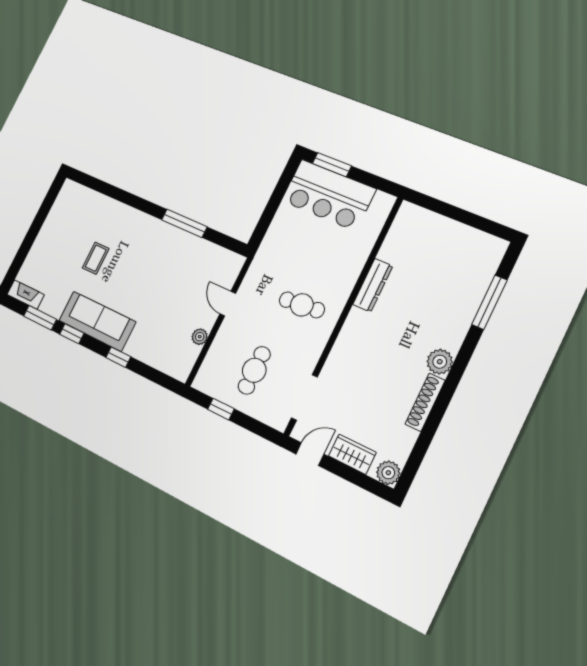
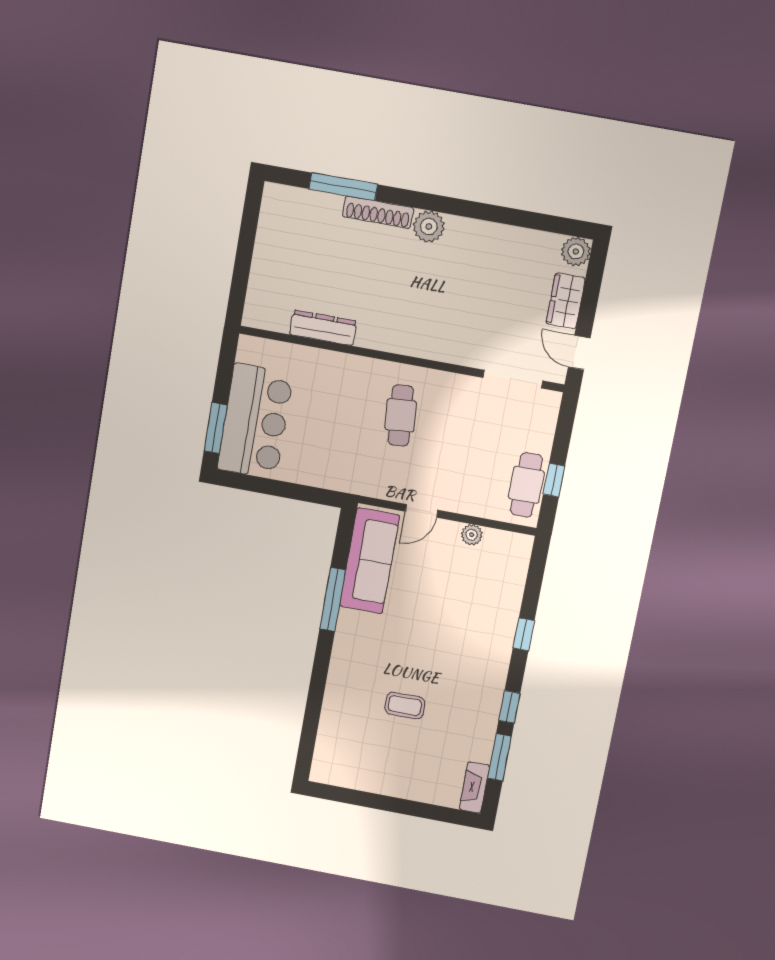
dresser: (373, 285) -> (323, 328), moved
sofa: (97, 321) -> (370, 561), moved, turned 180
cafe table: (254, 370) -> (526, 485), moved, turned 90
shoe rack: (425, 402) -> (378, 212), moved

